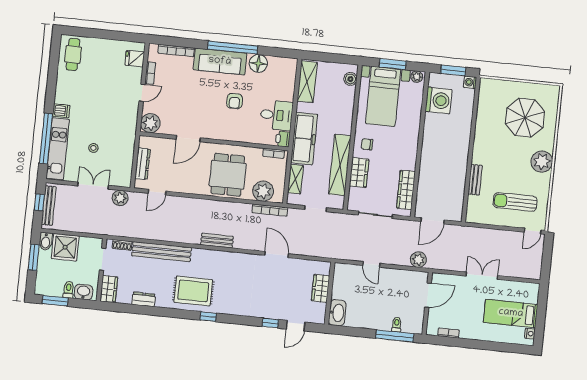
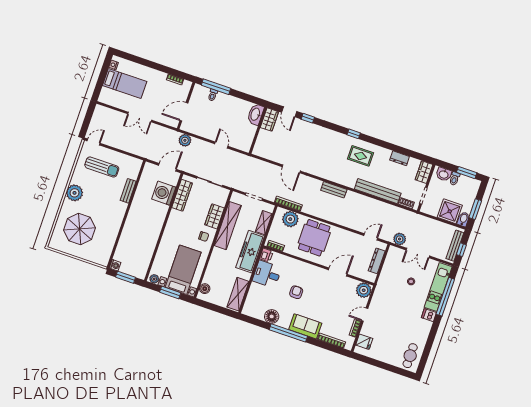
sofa: (220, 61) -> (305, 326), width x0.73
washing machine: (439, 100) -> (164, 193), moved
wardrobe: (320, 288) -> (269, 120), moved
rug: (193, 291) -> (360, 156), width x0.73, depth x0.70
door: (296, 326) -> (289, 112), swing flipped

